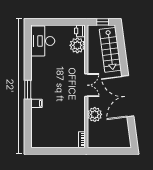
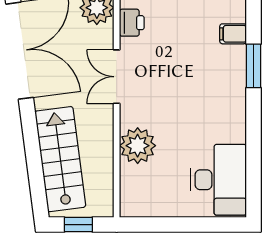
printer: (80, 31) -> (132, 23), moved
plant: (77, 45) -> (138, 146), moved

